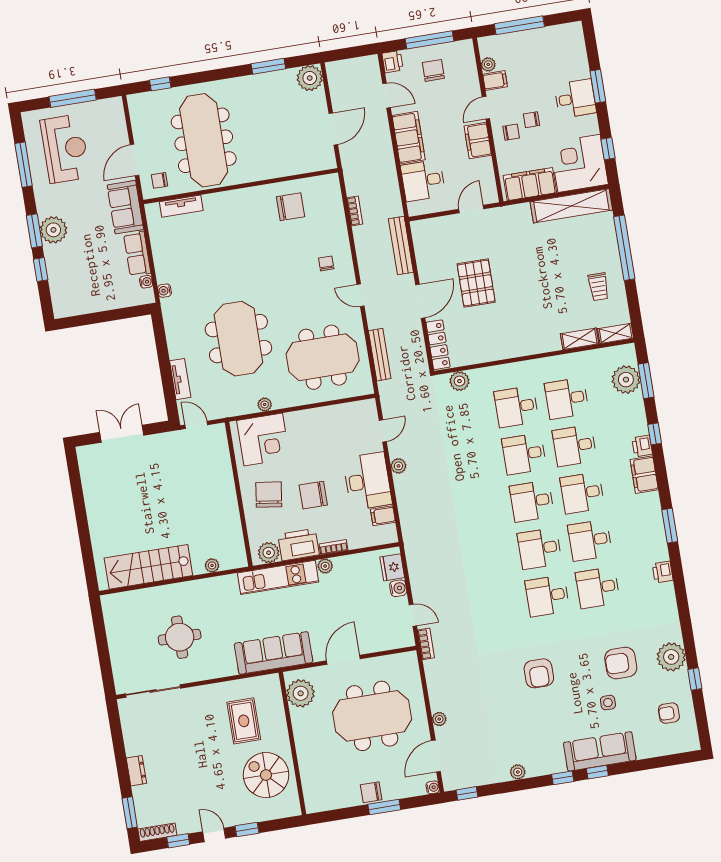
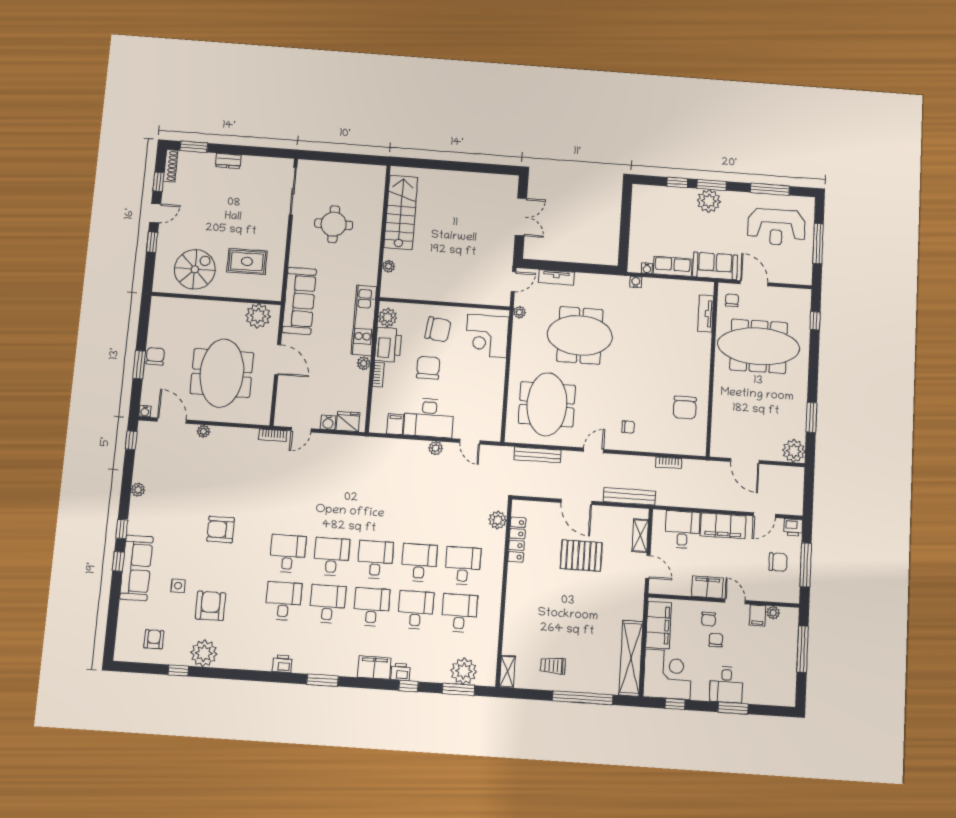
shelving: (580, 339) -> (640, 536), moved
locker: (438, 345) -> (517, 540), moved, turned -90
plant: (265, 404) -> (519, 312), moved

